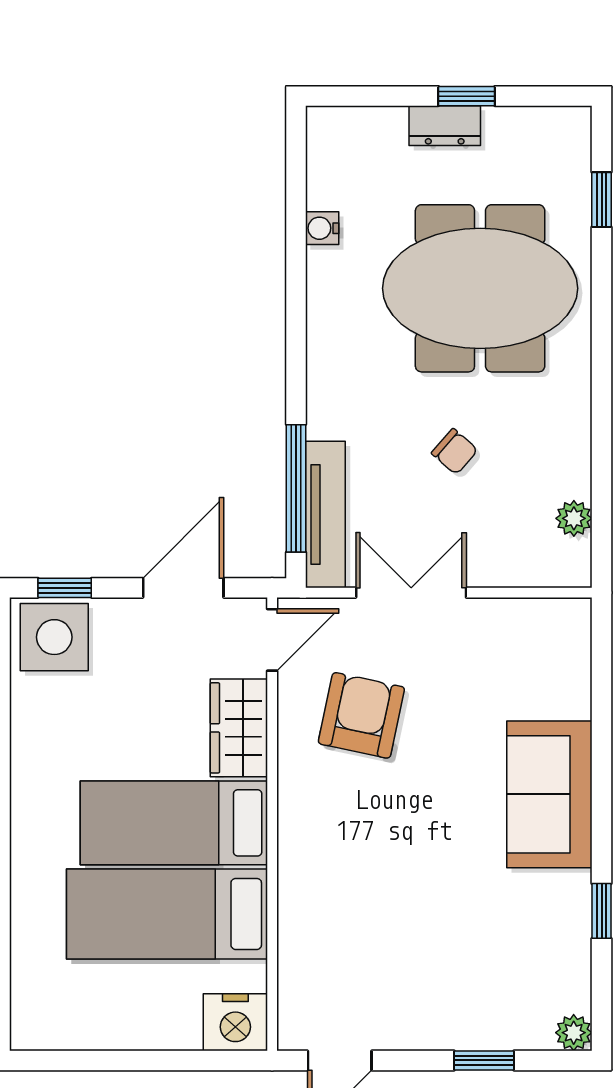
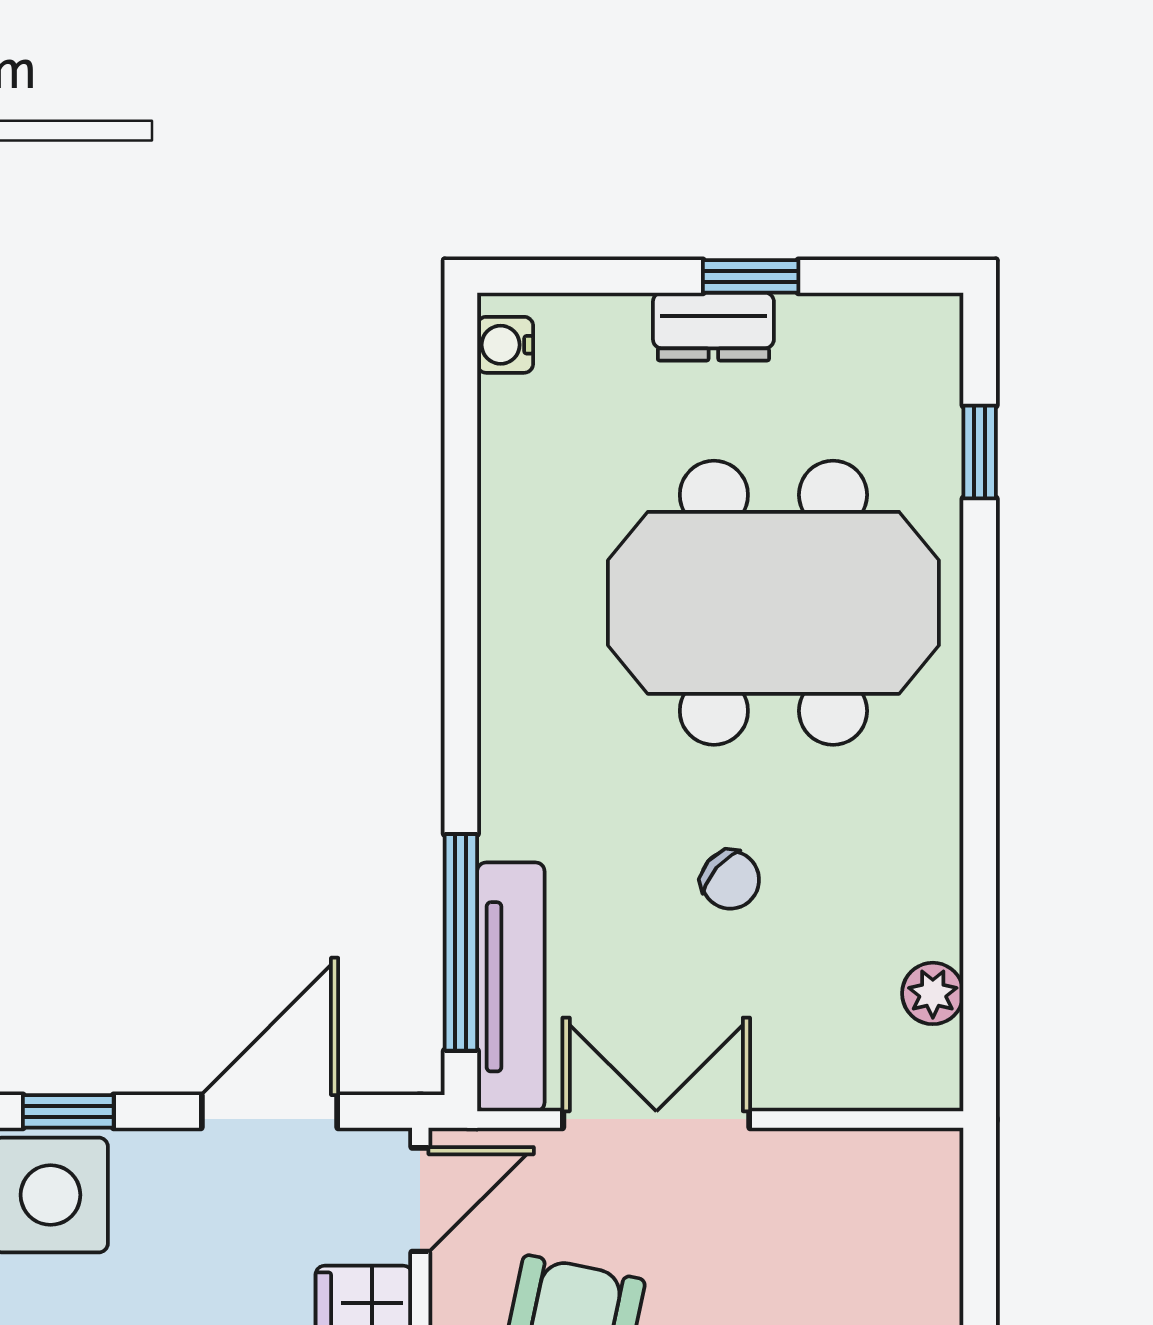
water cooler: (322, 228) -> (505, 345), moved

